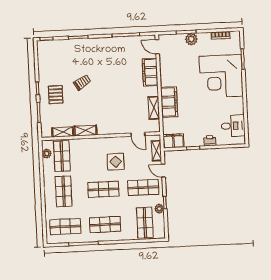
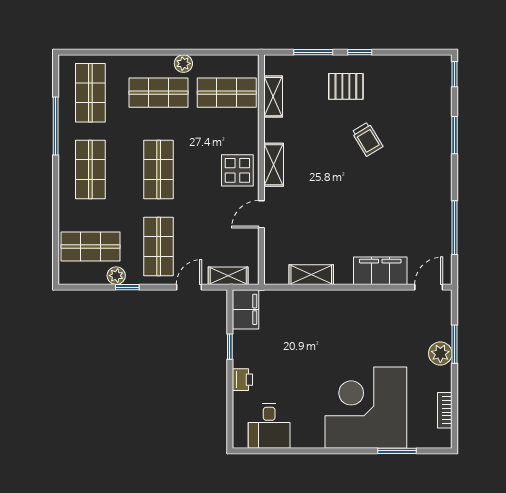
filing cabinet: (169, 102) -> (321, 305), removed
shelving: (85, 131) -> (274, 165), moved
door: (138, 134) -> (261, 214), moved
plant: (47, 154) -> (183, 64), moved
display table: (116, 162) -> (237, 170), moved

